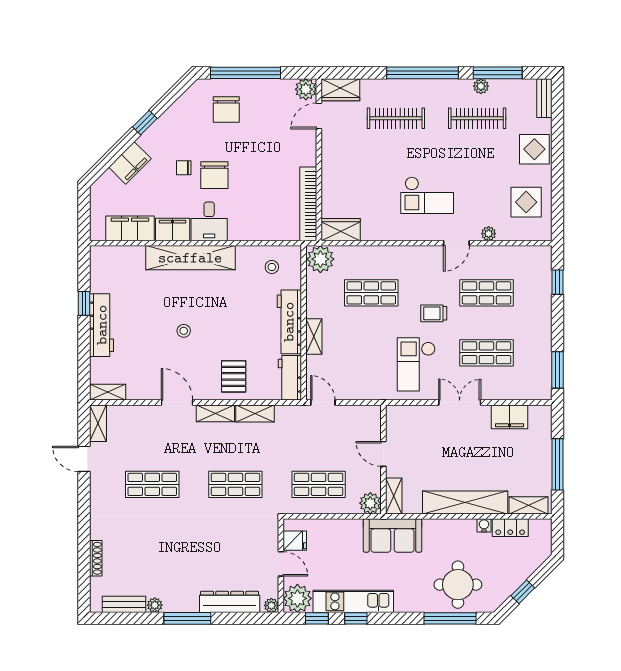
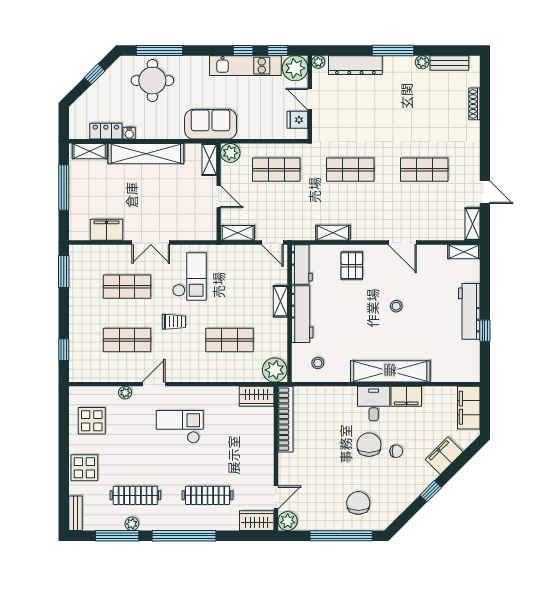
filing cabinet: (130, 228) -> (469, 408), moved, turned 90
shelving: (215, 413) -> (238, 233), moved

